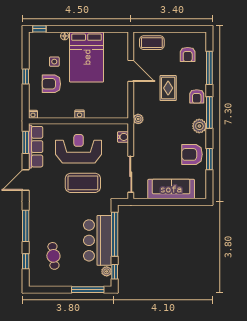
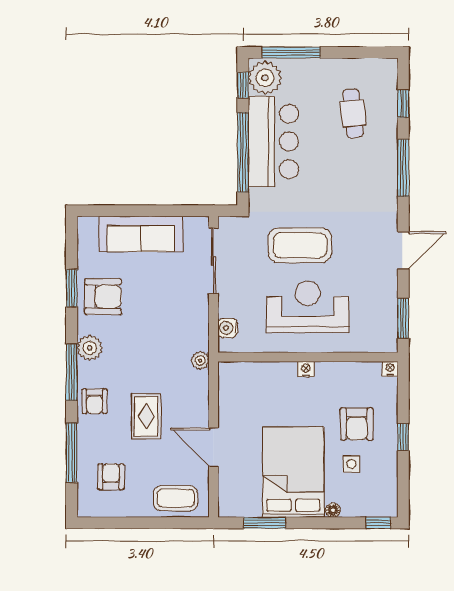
window: (102, 29) -> (265, 523), added
armchair: (51, 84) -> (357, 424), turned 90
armchair: (197, 96) -> (95, 401), turned 180
row of seats: (36, 147) -> (385, 311), removed
reception desk: (79, 149) -> (308, 307), turned 180
plant: (107, 271) -> (265, 78), width x1.88, depth x1.88

